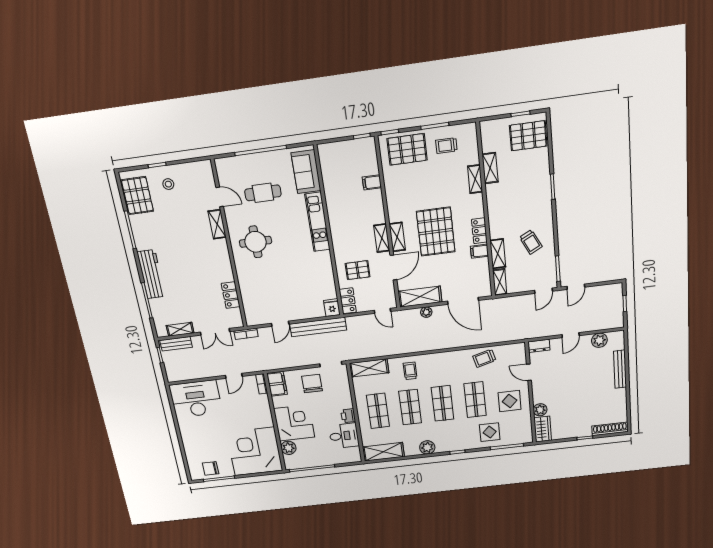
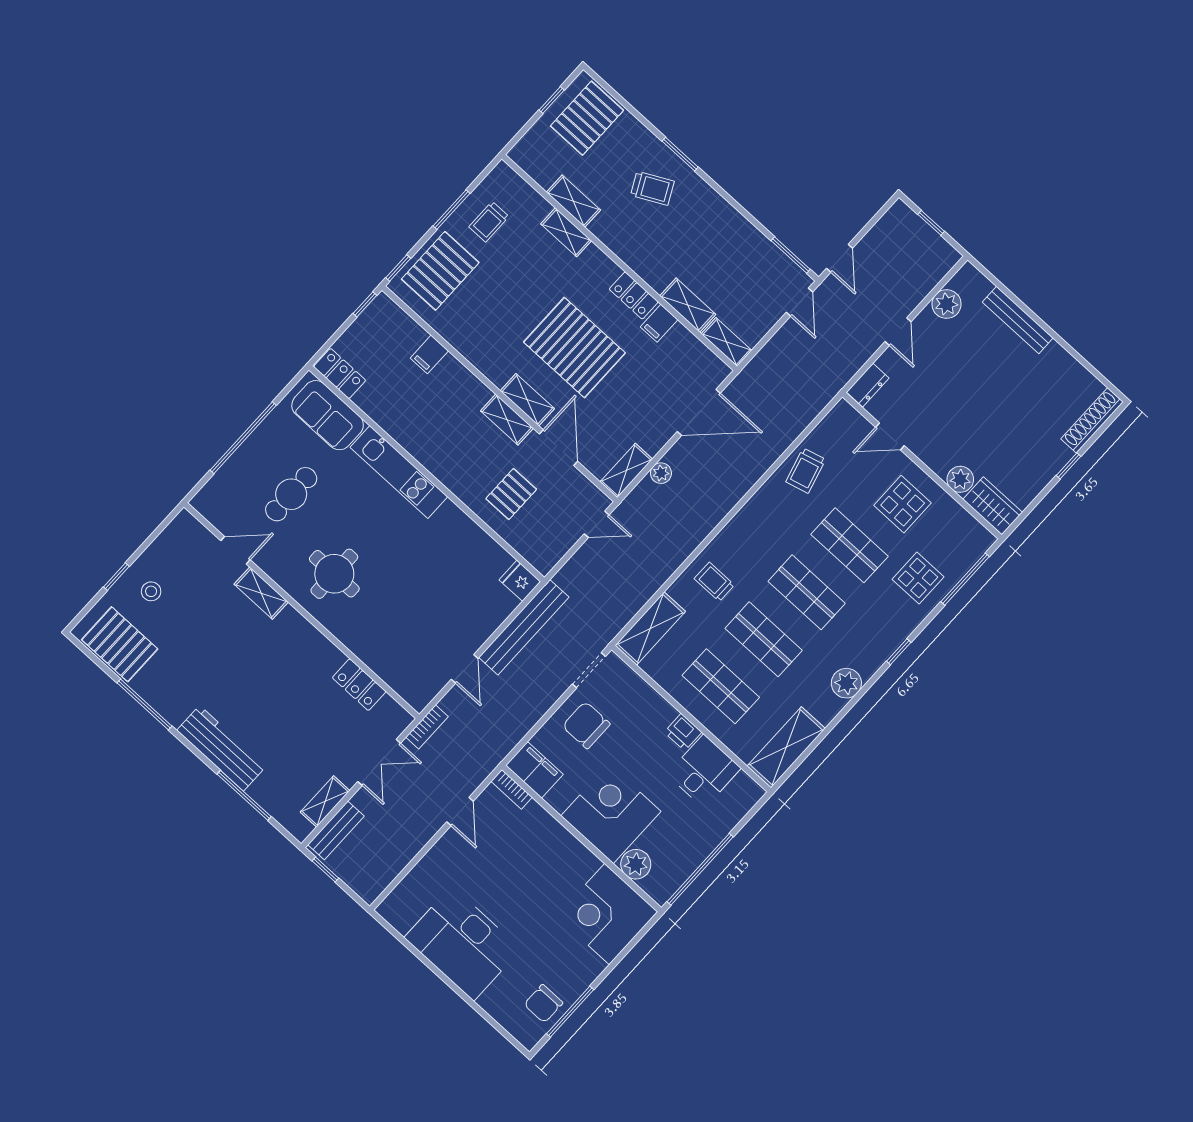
trolley: (531, 242) -> (652, 188), moved
shelving: (420, 297) -> (626, 470), width x0.67, depth x0.75
locker: (348, 301) -> (340, 374), moved
desk: (196, 399) -> (463, 943), moved, turned -90
corner desk: (255, 451) -> (607, 914), width x0.74, depth x0.74

